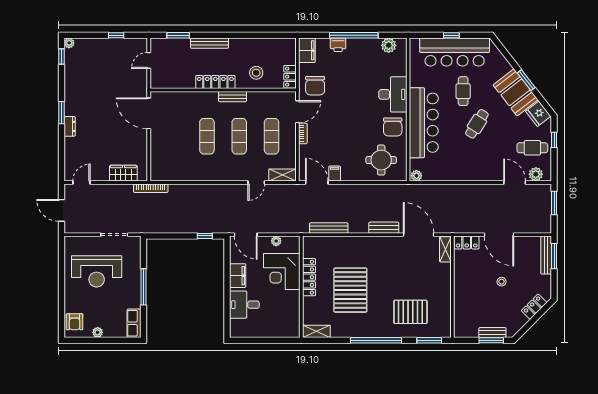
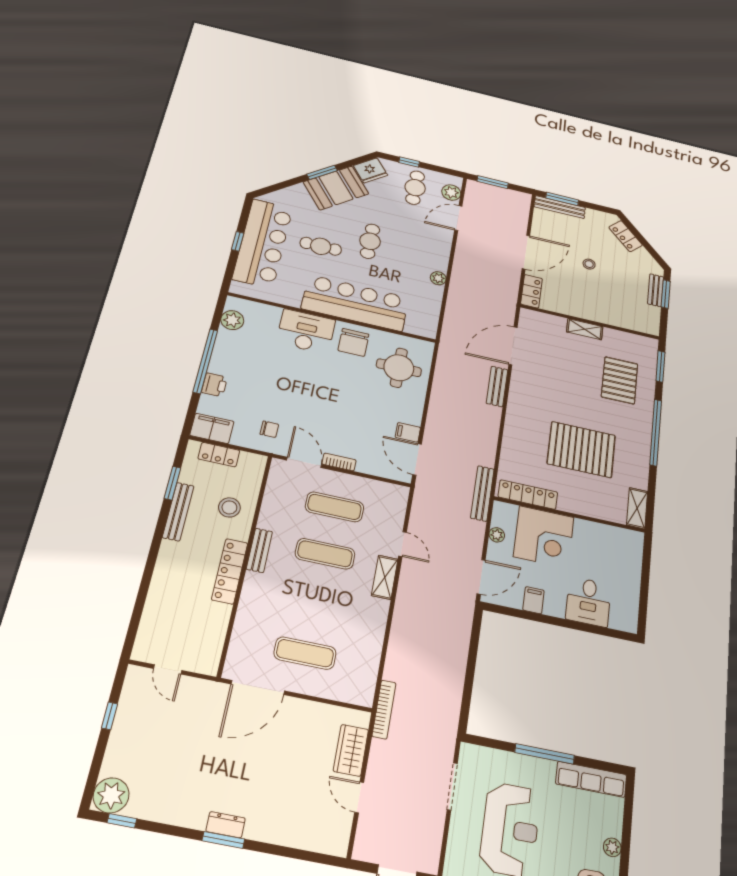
window: (178, 35) -> (172, 483), moved
plant: (69, 43) -> (111, 795), width x1.88, depth x1.88
bench: (209, 43) -> (178, 512), moved
locker: (290, 77) -> (219, 455), moved
chair: (315, 86) -> (269, 429), width x0.54, depth x0.54
cafe table: (477, 124) -> (370, 241), turned 58
dresser: (70, 126) -> (226, 825), moved
chair: (393, 127) -> (353, 342), turned 90
exercise mat: (207, 136) -> (305, 653), moved
shelving: (282, 175) -> (385, 577), moved
plant: (416, 176) -> (438, 278), moved
door: (81, 183) -> (359, 797), moved
door: (317, 183) -> (417, 459), hinge flipped
bench: (329, 228) -> (482, 493), moved
window: (205, 236) -> (475, 639), removed
shelving: (445, 249) -> (585, 329), moved
filing cabinet: (238, 276) -> (534, 600), width x0.50
locker: (309, 277) -> (528, 495), moved
row of seats: (134, 323) -> (591, 779), width x1.48

